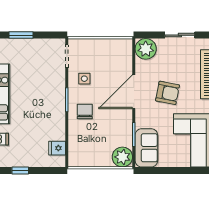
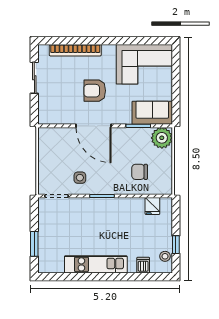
plant: (146, 49) -> (49, 113), removed
armchair: (168, 93) -> (95, 91), turned -101
chair: (85, 112) -> (140, 172), moved
stool: (9, 160) -> (165, 256), added

